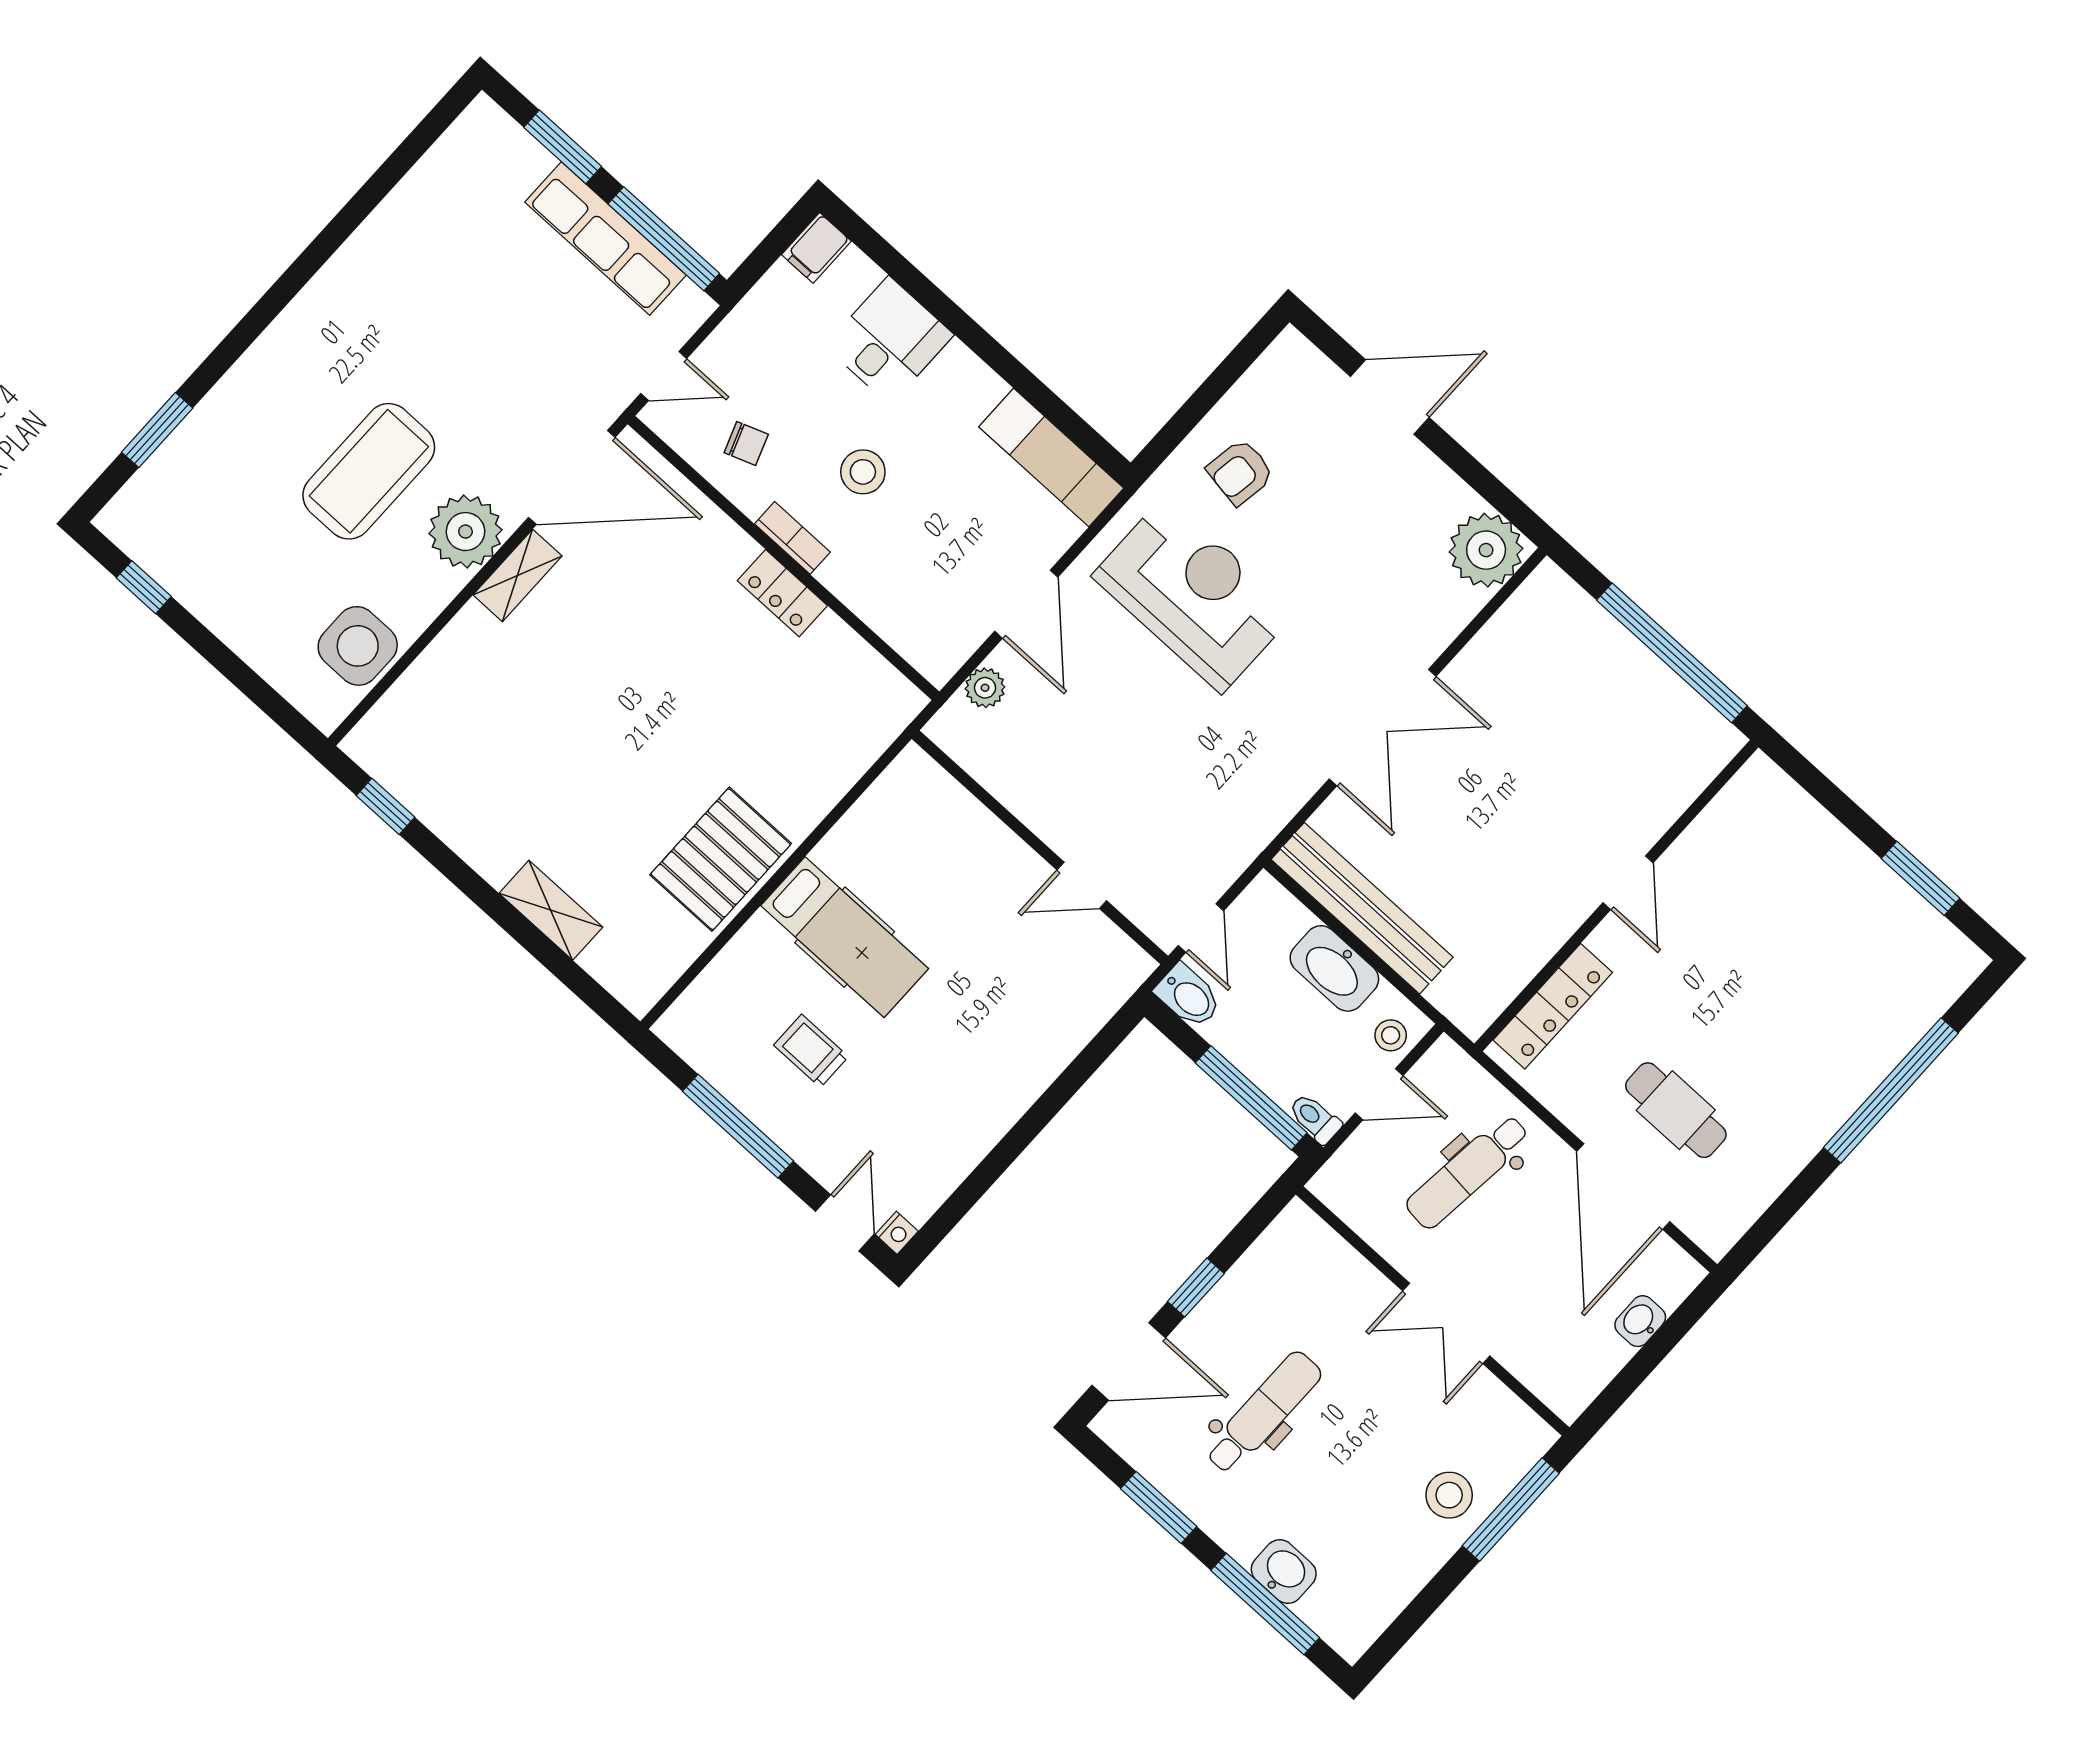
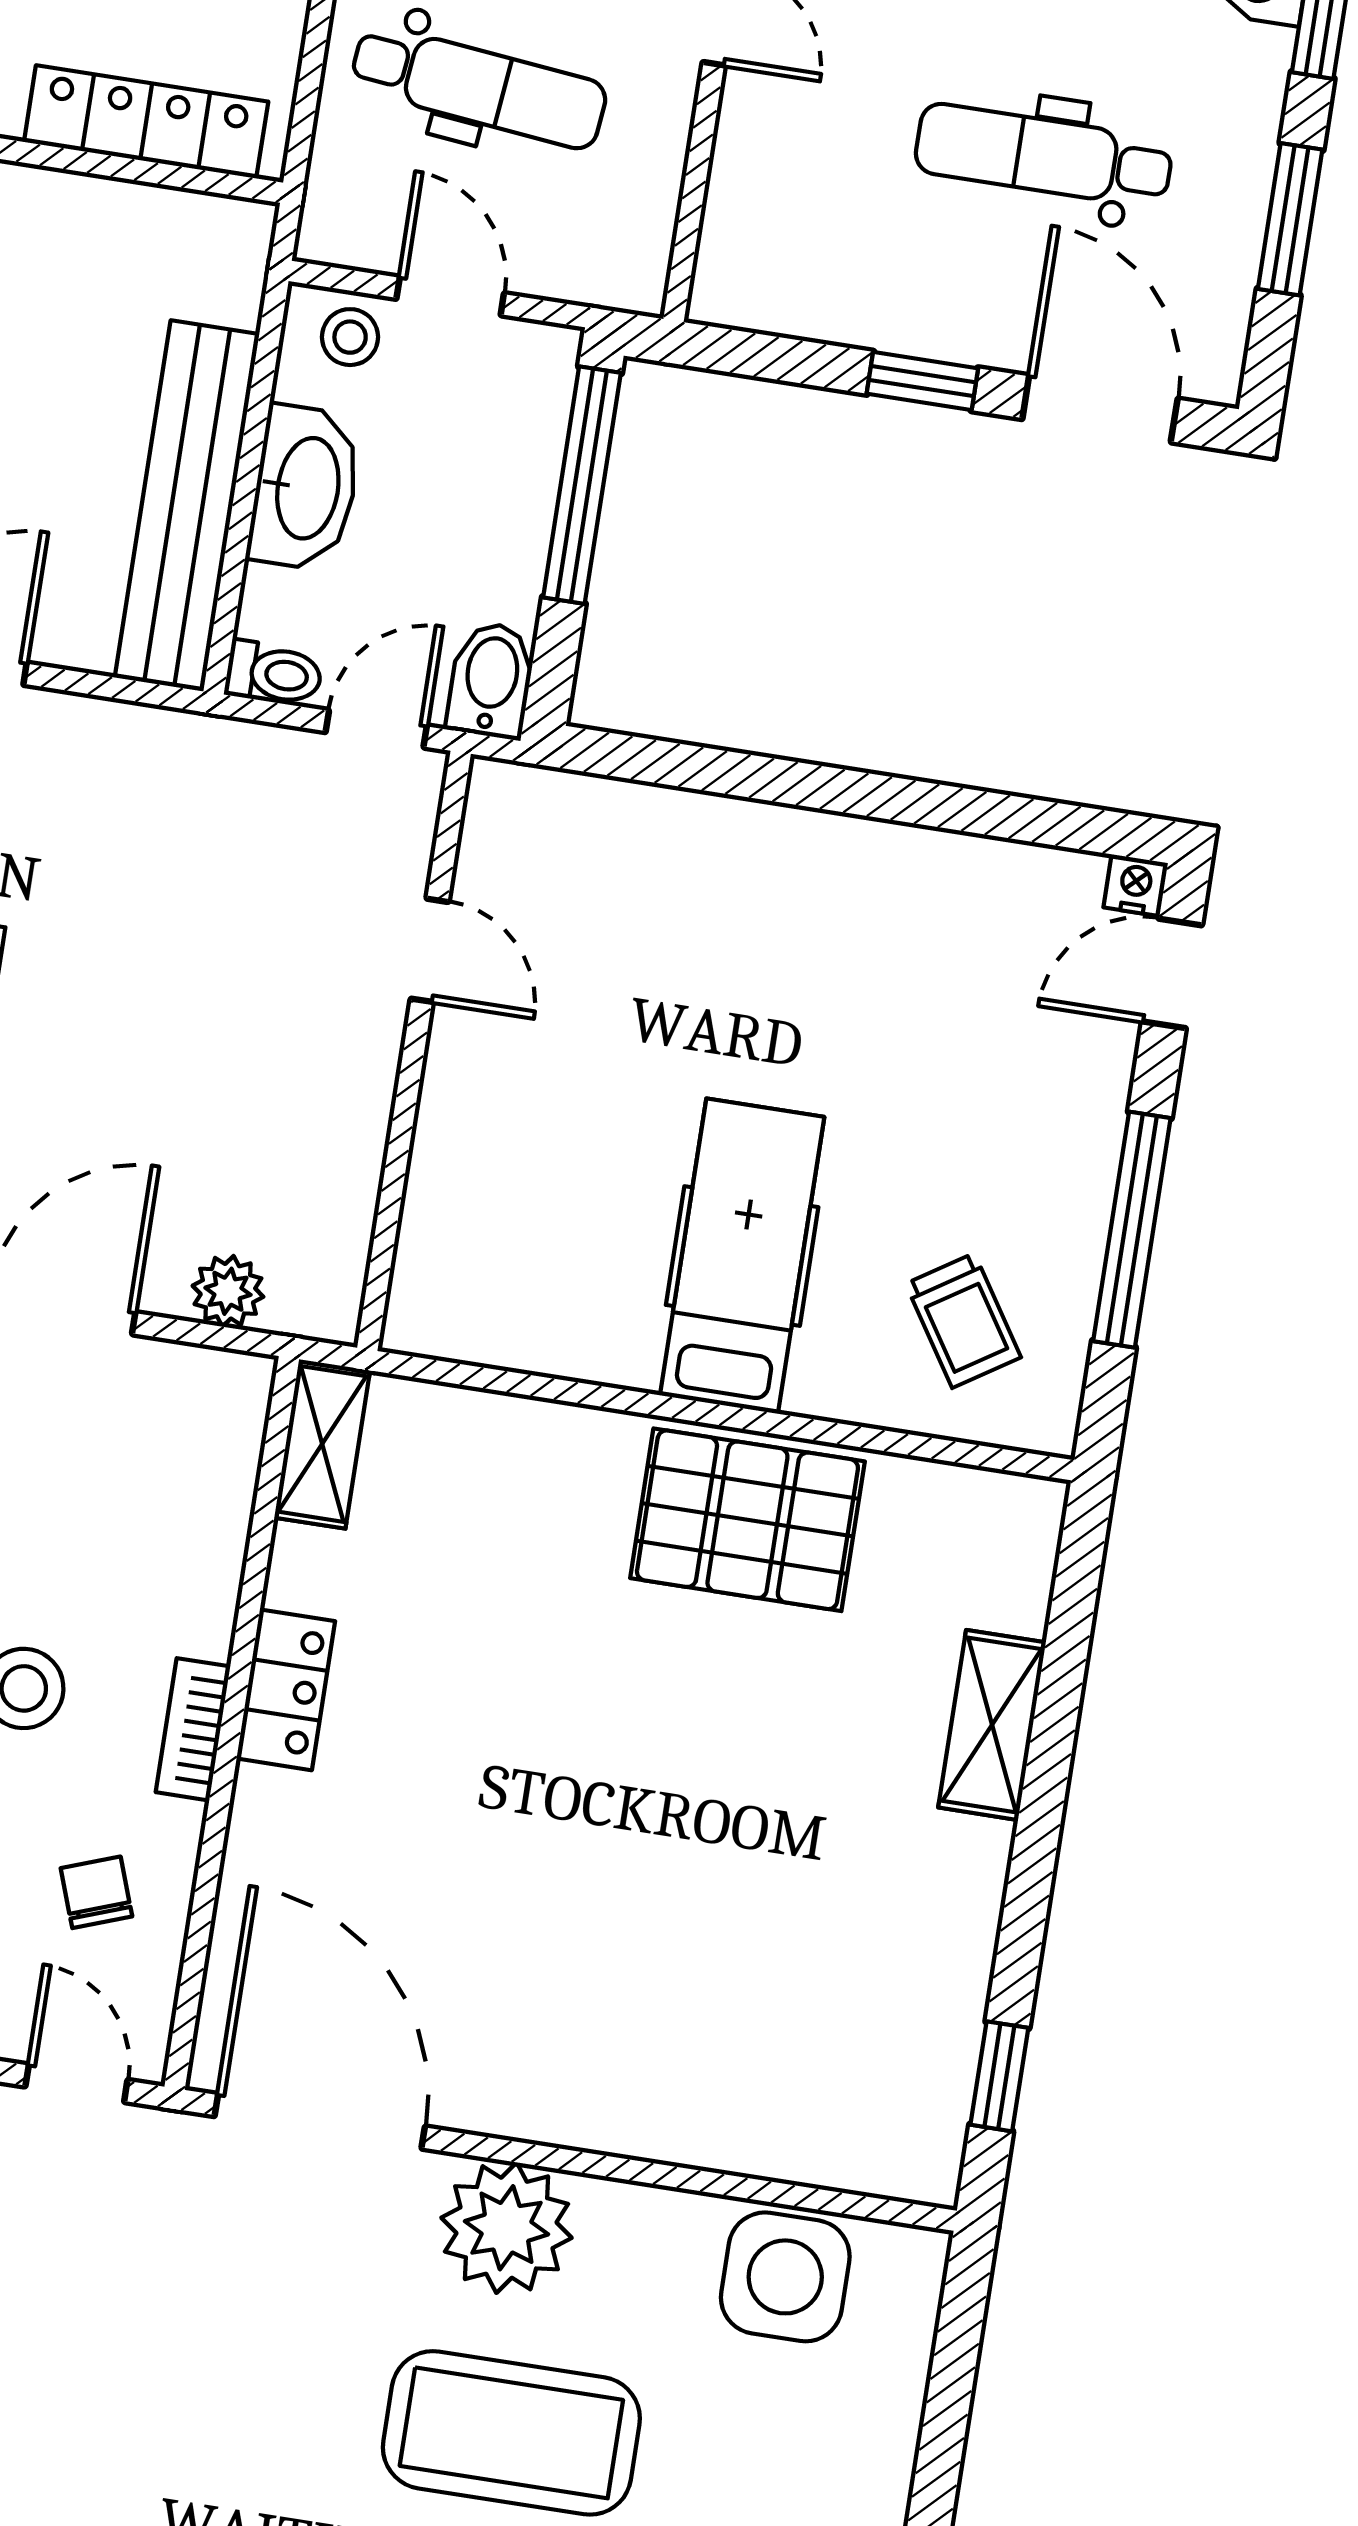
shelving: (517, 575) -> (322, 1444), moved, turned 90
trolley: (811, 1051) -> (963, 1320), moved, turned -33
toilet: (1315, 1118) -> (274, 674), moved, turned -90

